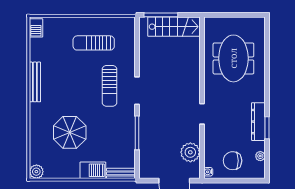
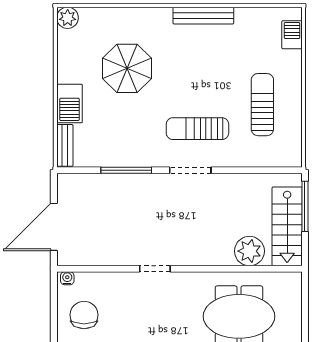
barbecue: (36, 28) -> (292, 35), moved, turned 90
plant: (190, 152) -> (249, 251), moved

